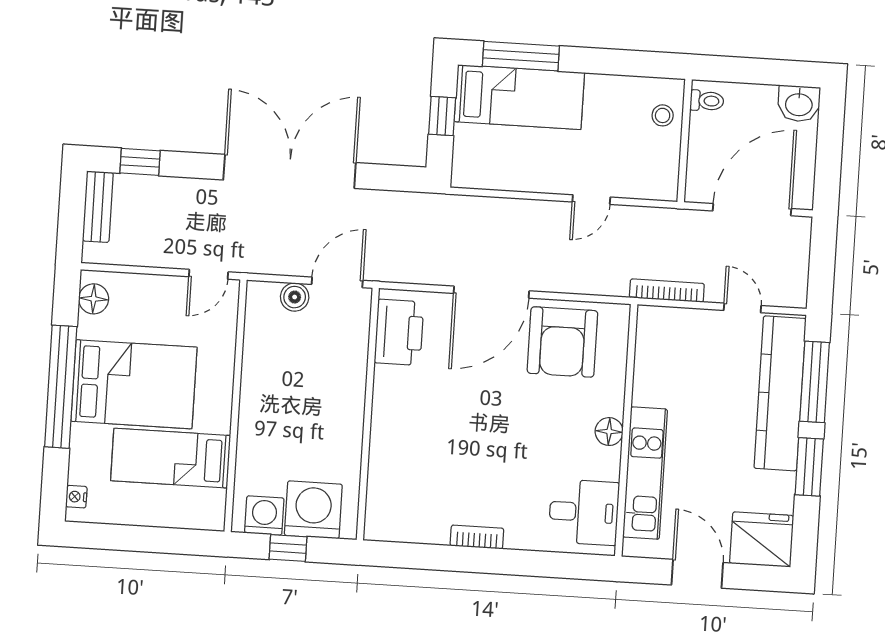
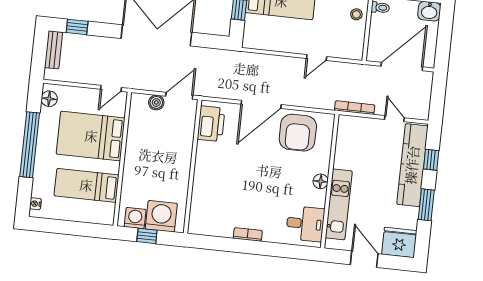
window: (815, 382) -> (431, 160), width x0.46
bed: (134, 384) -> (91, 136), moved, turned 180

